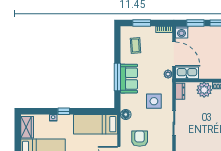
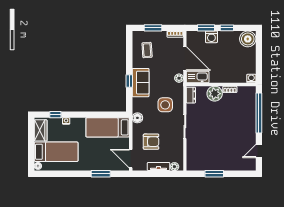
washing machine: (182, 32) -> (211, 37), moved
window: (117, 77) -> (129, 81), width x0.46
window: (64, 111) -> (55, 115), moved
armchair: (140, 139) -> (151, 142), turned 90

